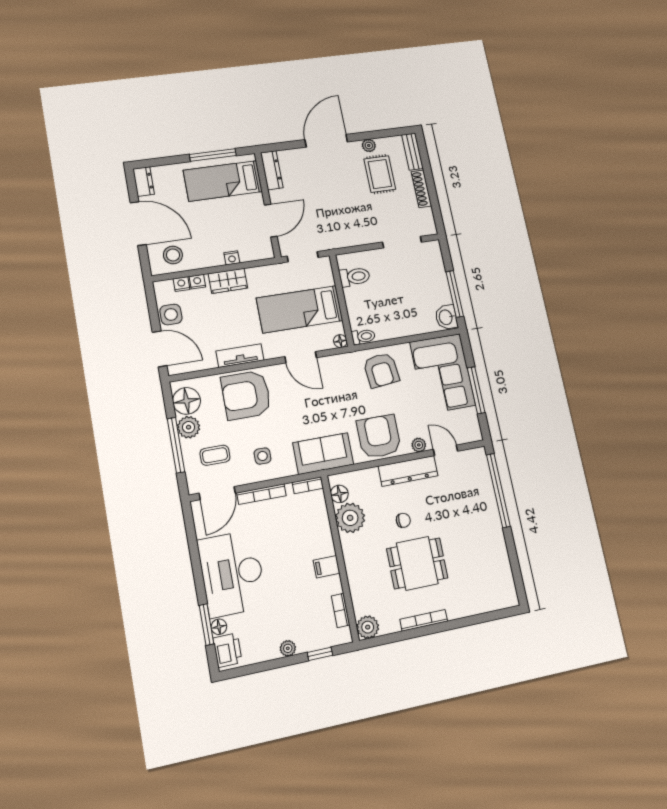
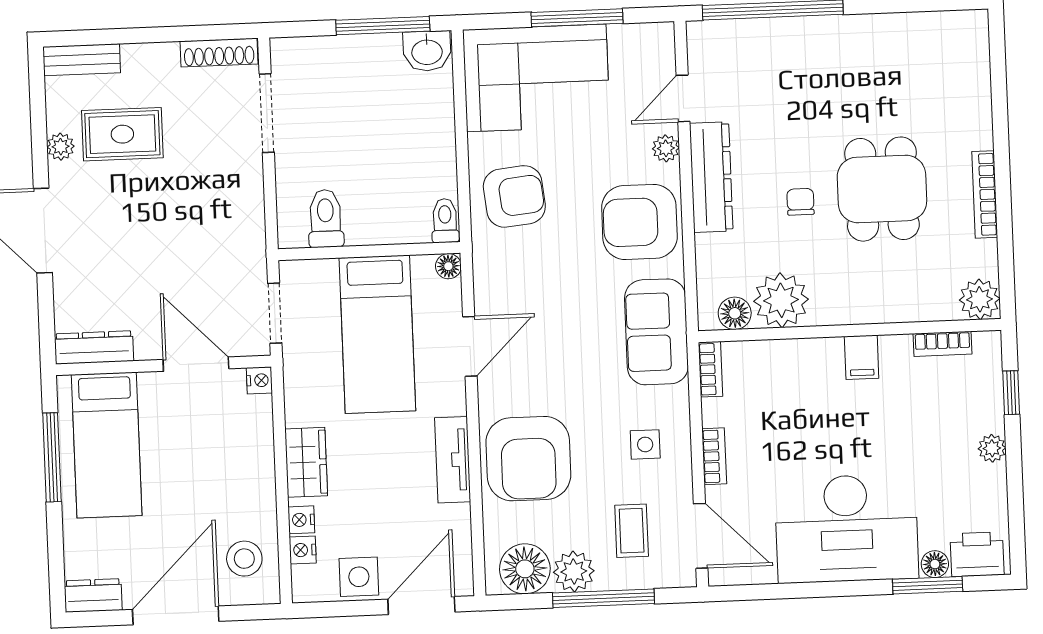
shoe rack: (421, 189) -> (219, 53), moved
nightstand: (232, 258) -> (259, 380), moved
bookcase: (261, 494) -> (714, 456), width x0.64

